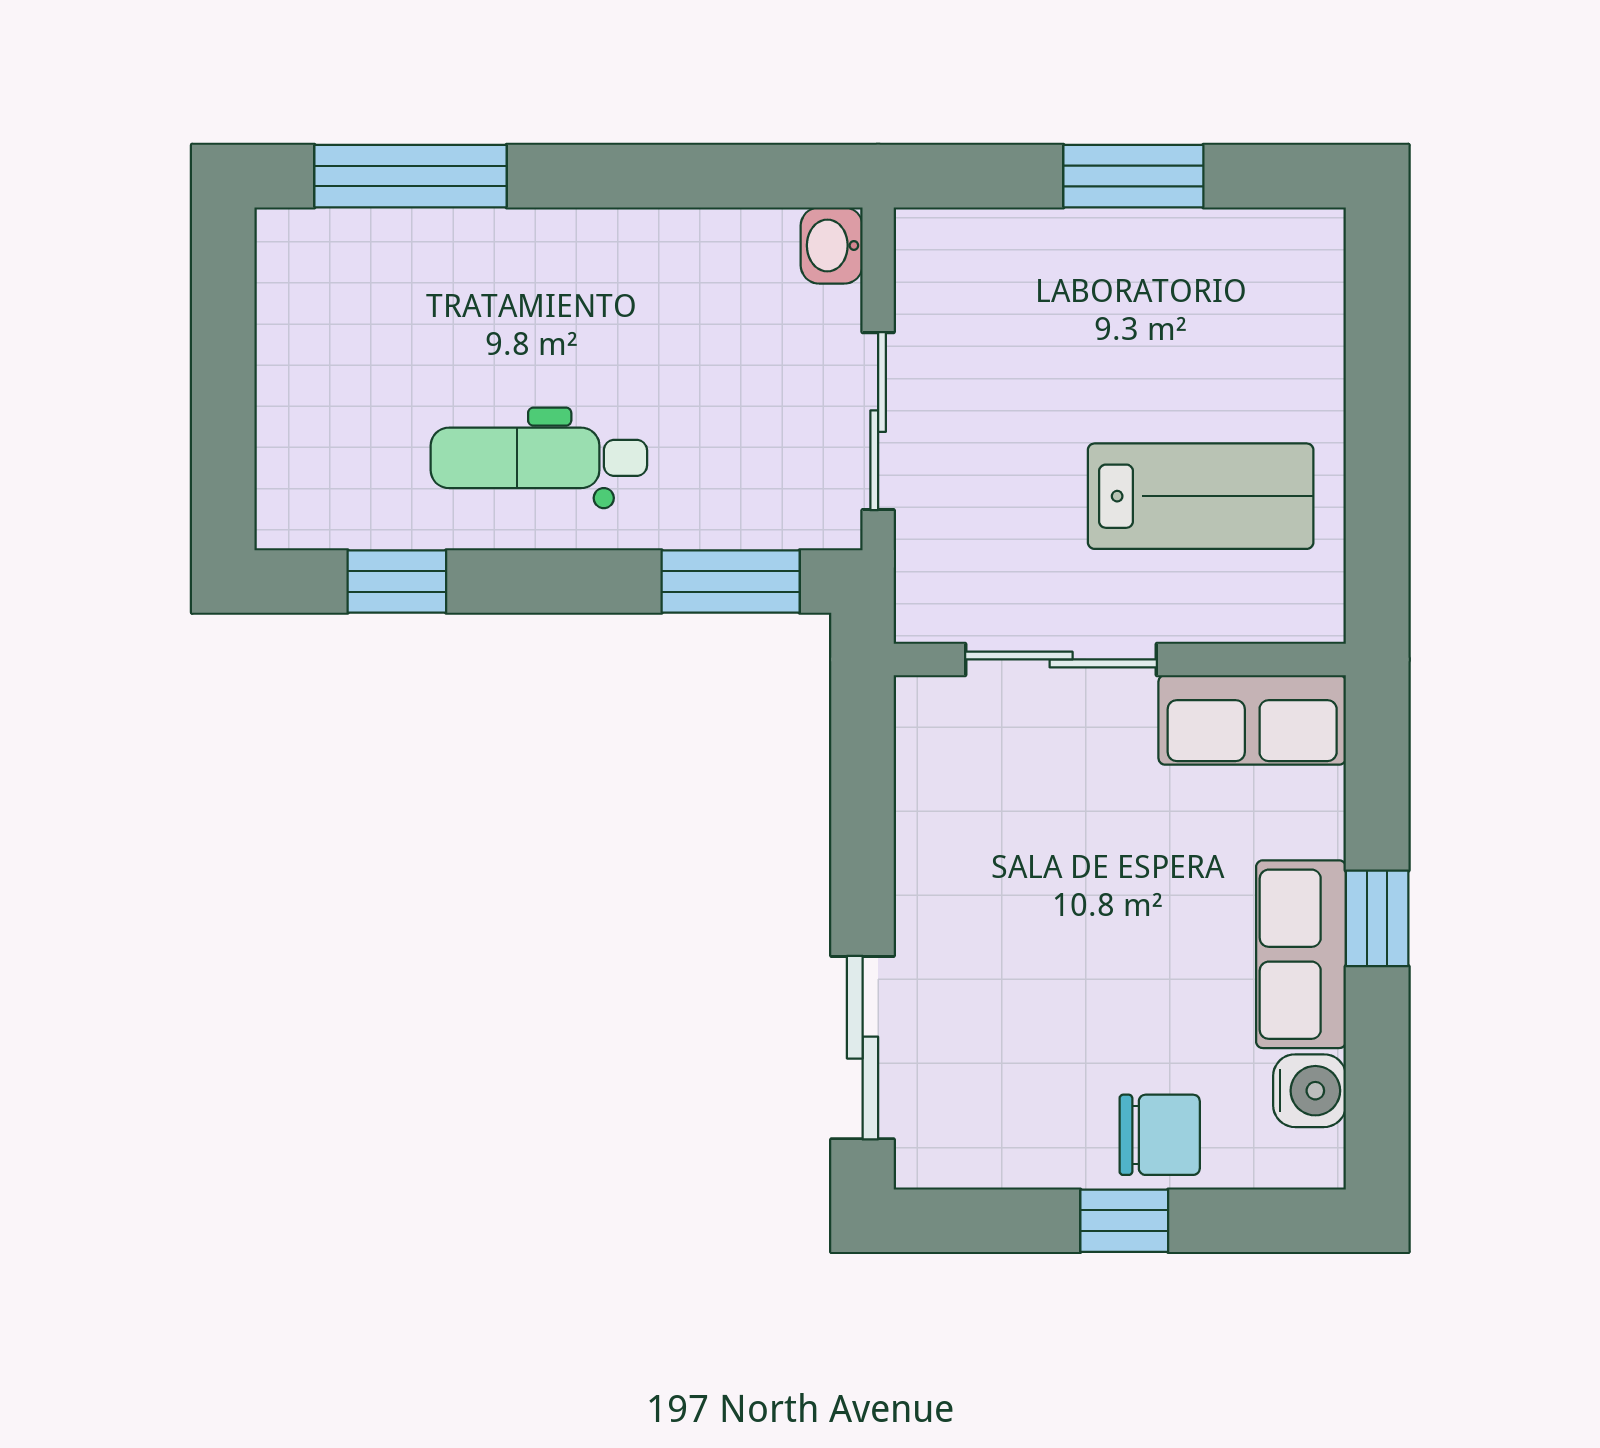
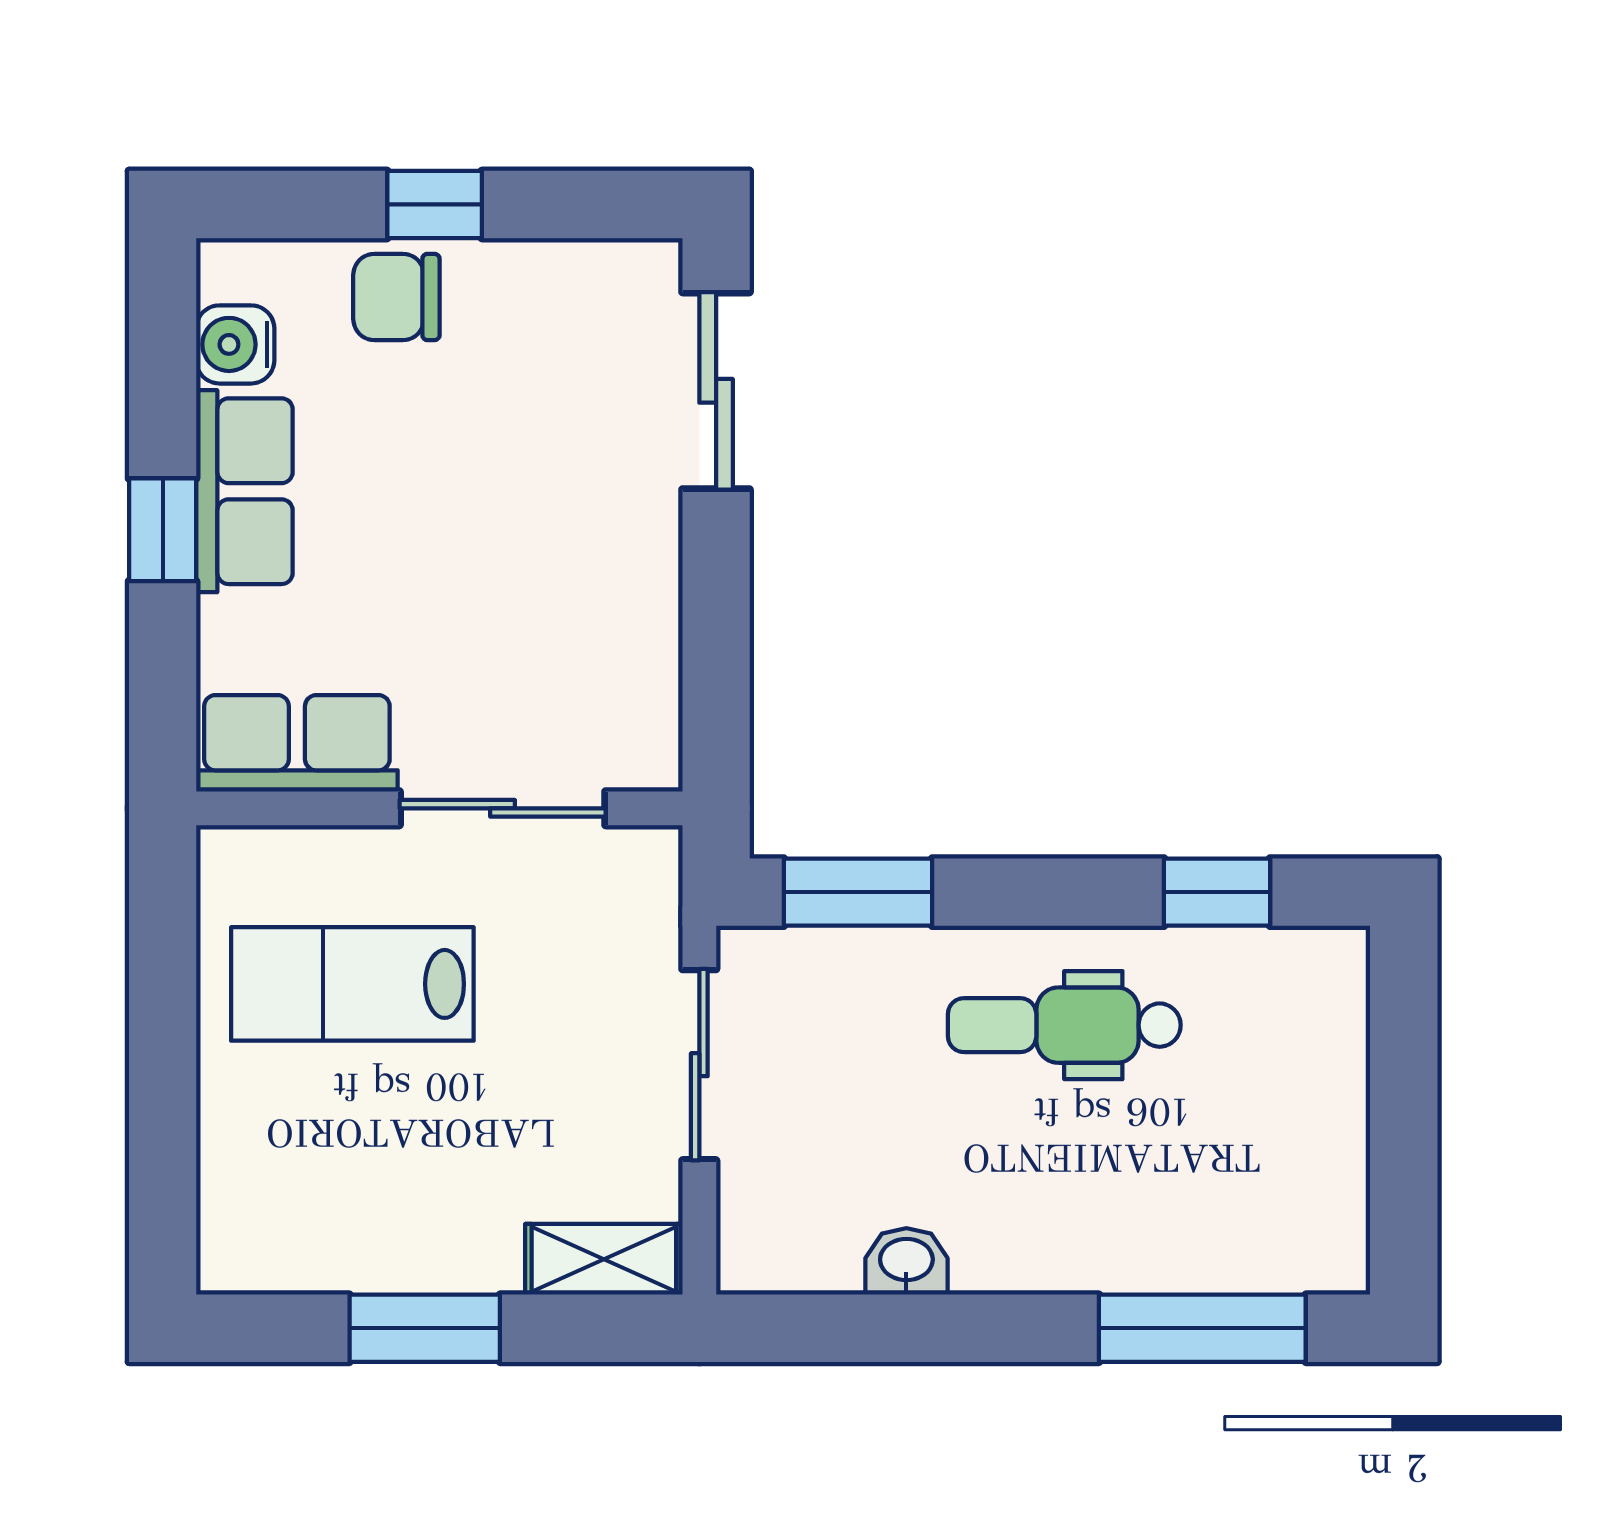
shelving: (967, 240) -> (604, 1259), added
washbasin: (832, 245) -> (906, 1261), moved, turned -90
dental chair: (539, 458) -> (1064, 1025), turned 180

